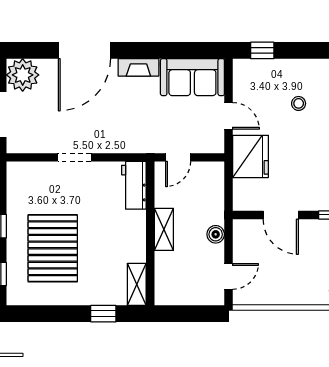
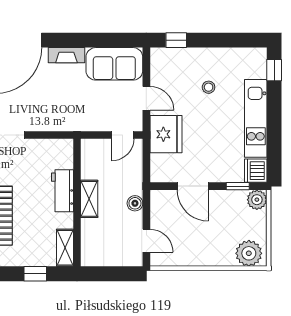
door: (178, 157) -> (123, 135), moved
workbench: (134, 185) -> (62, 191), moved
door: (228, 276) -> (146, 241), hinge flipped

